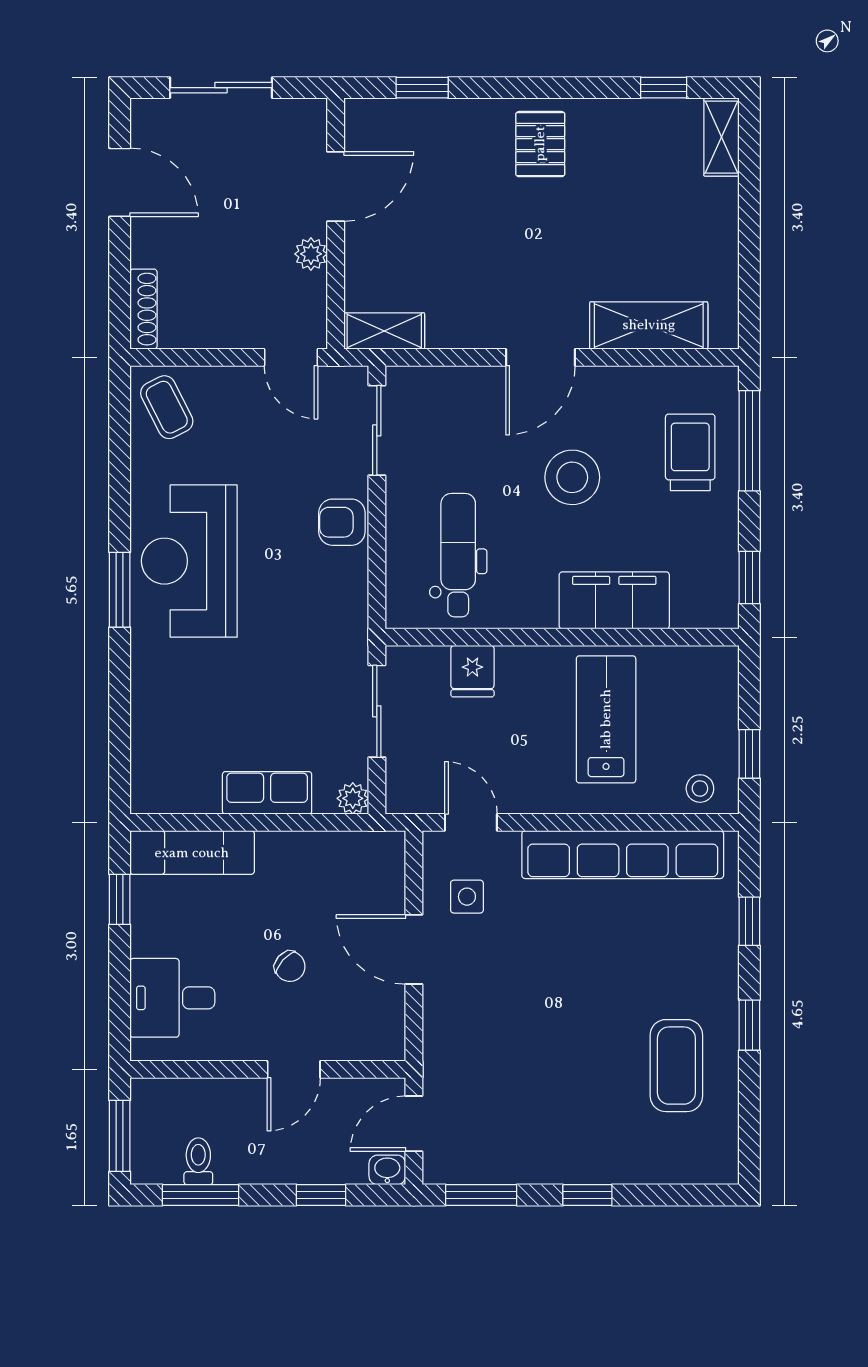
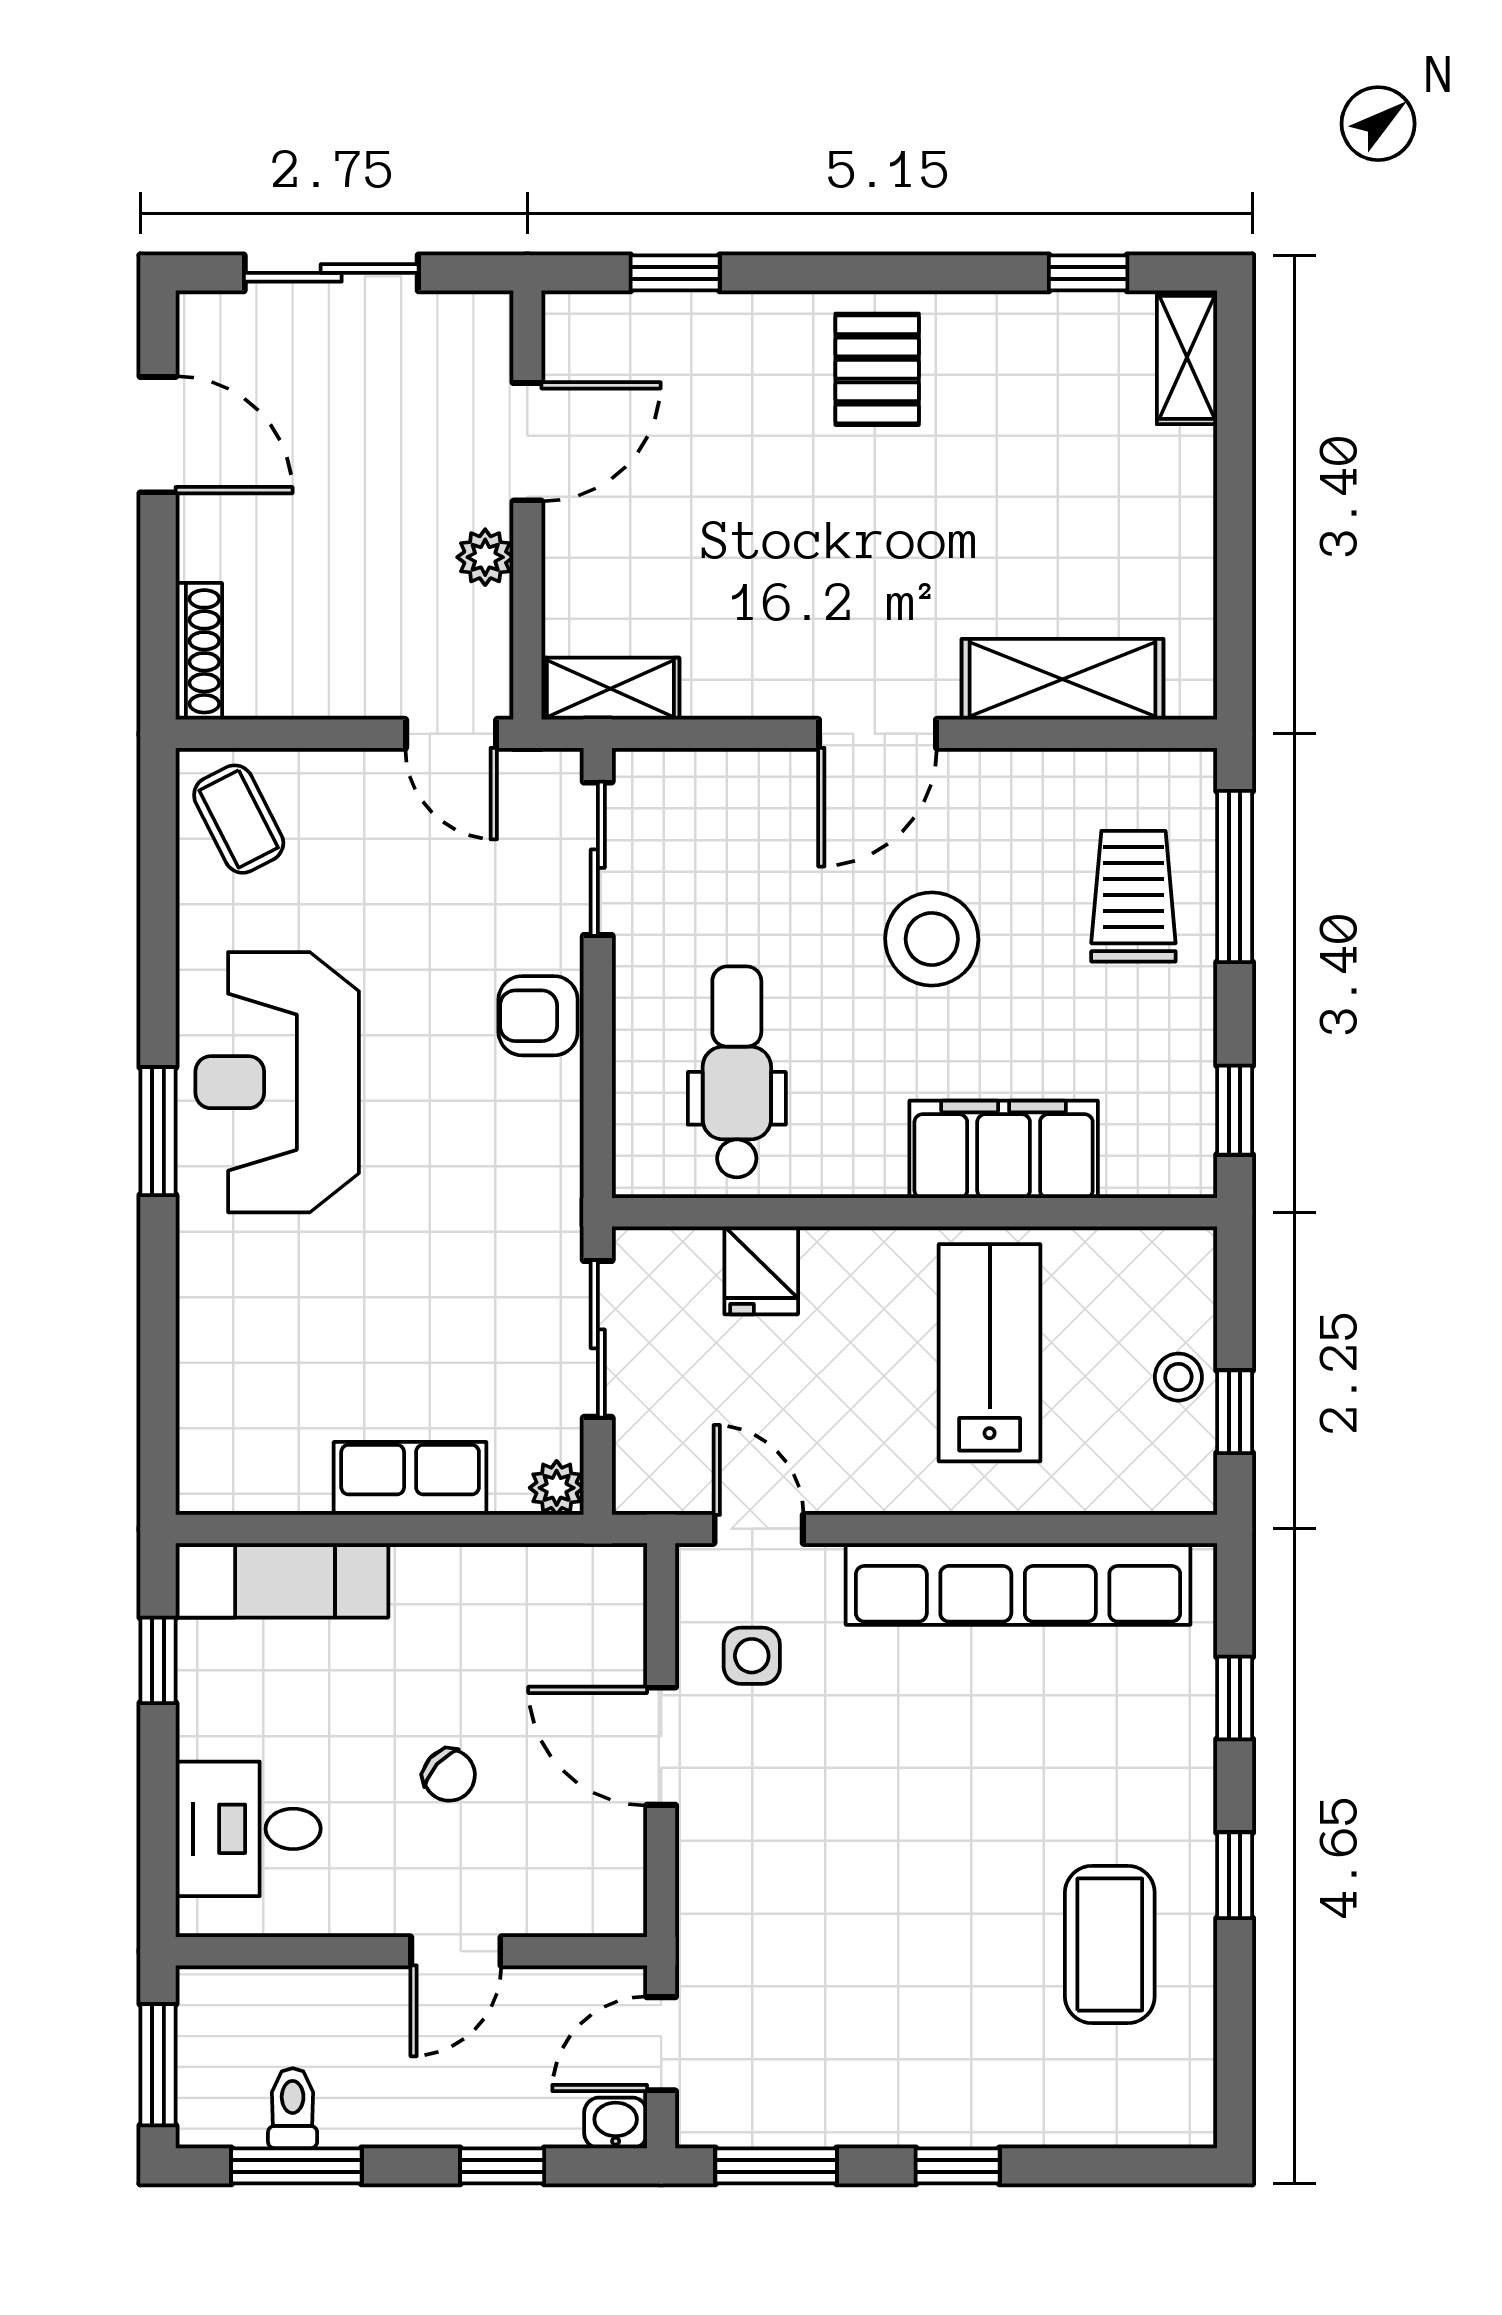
stool: (700, 789) -> (1178, 1377), moved

